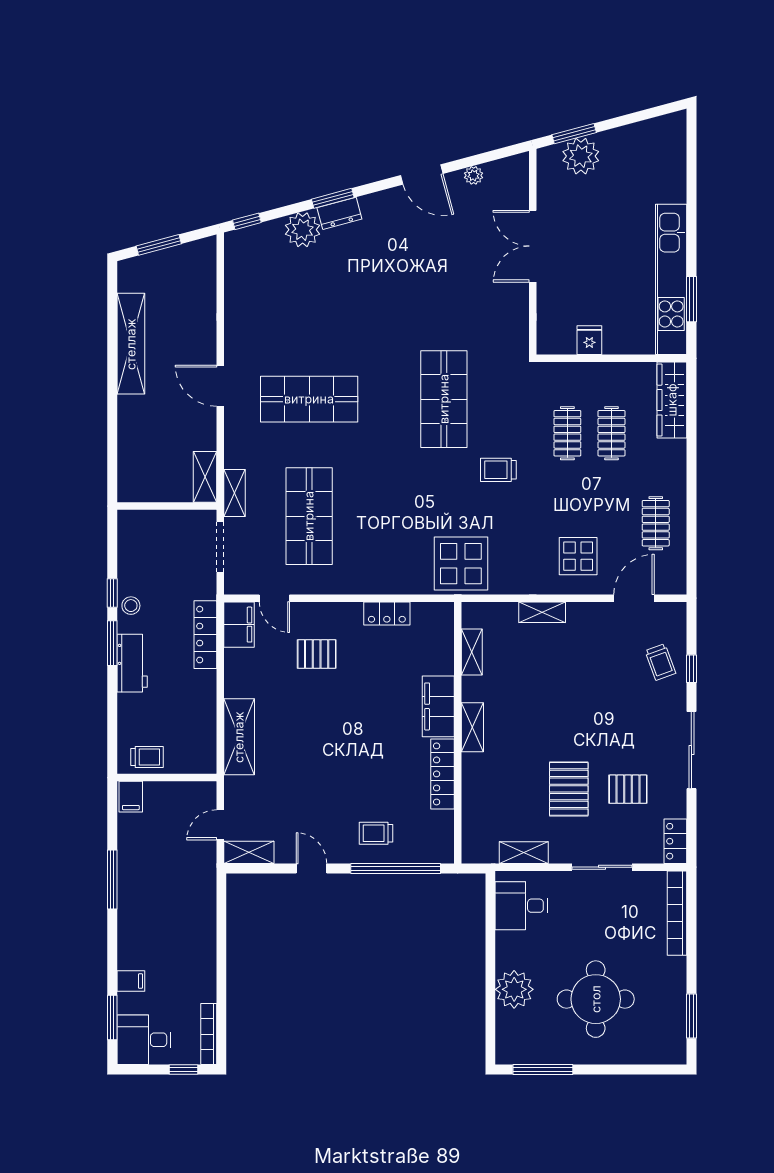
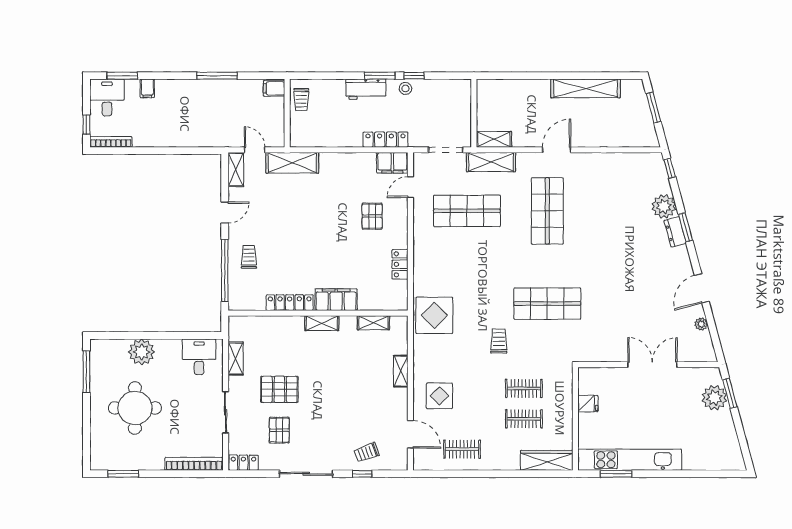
shelving: (234, 493) -> (491, 162), width x1.50, depth x1.33
shelving: (239, 737) -> (292, 163), moved

